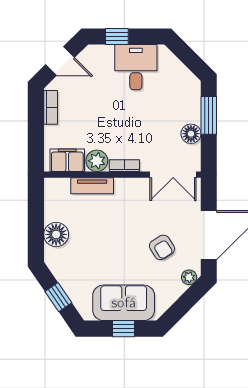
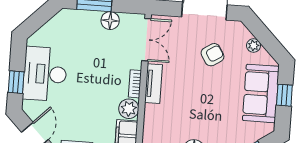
desk: (136, 67) -> (45, 74), width x1.37
tv unit: (92, 186) -> (154, 84), moved
plant: (189, 277) -> (254, 45), moved

